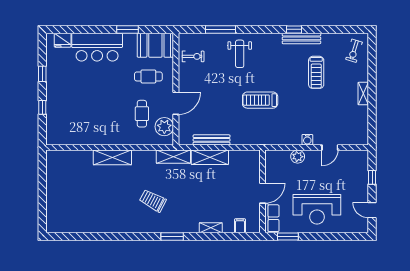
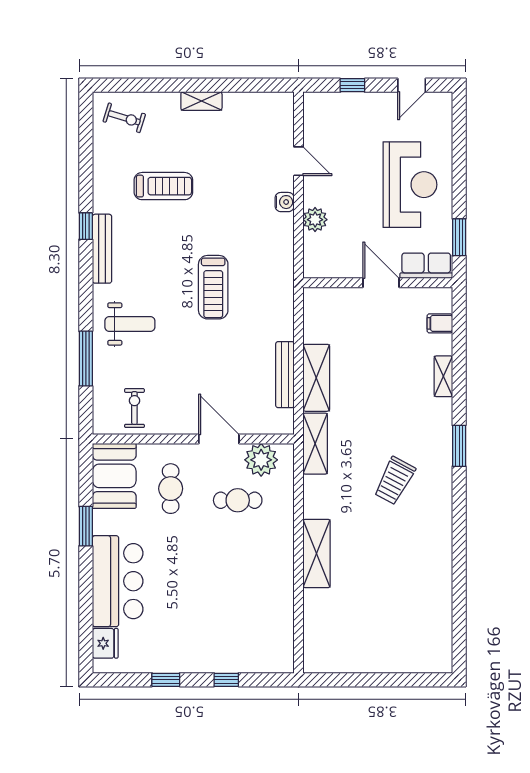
bench: (301, 38) -> (102, 249), moved

